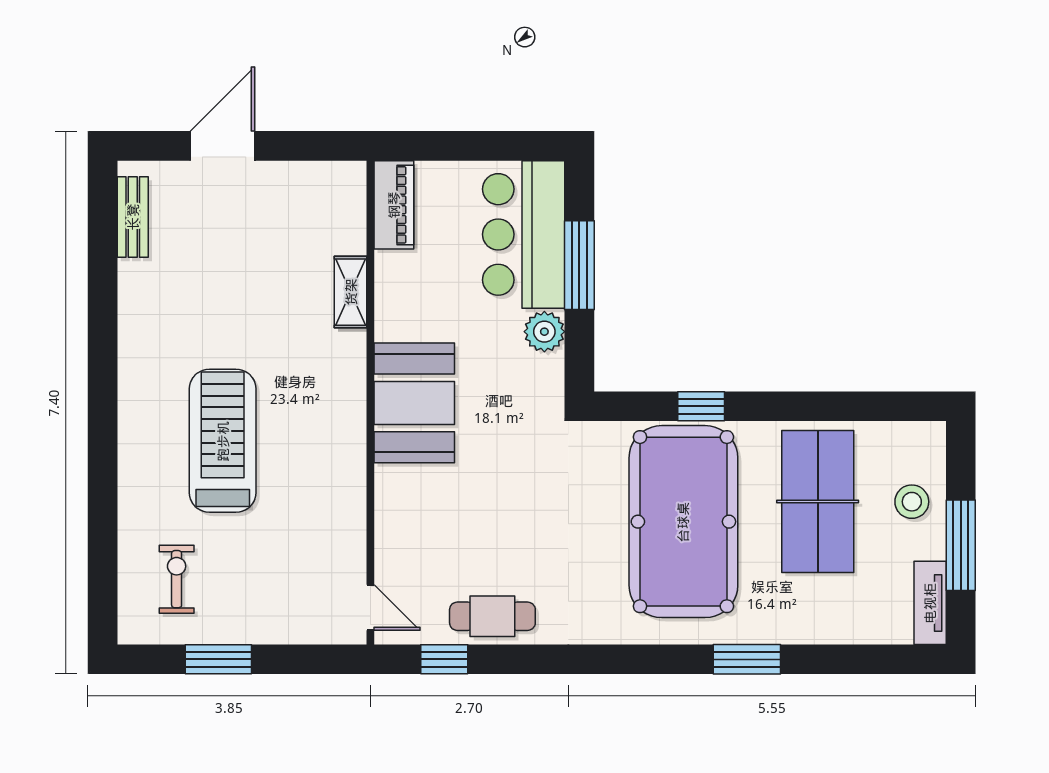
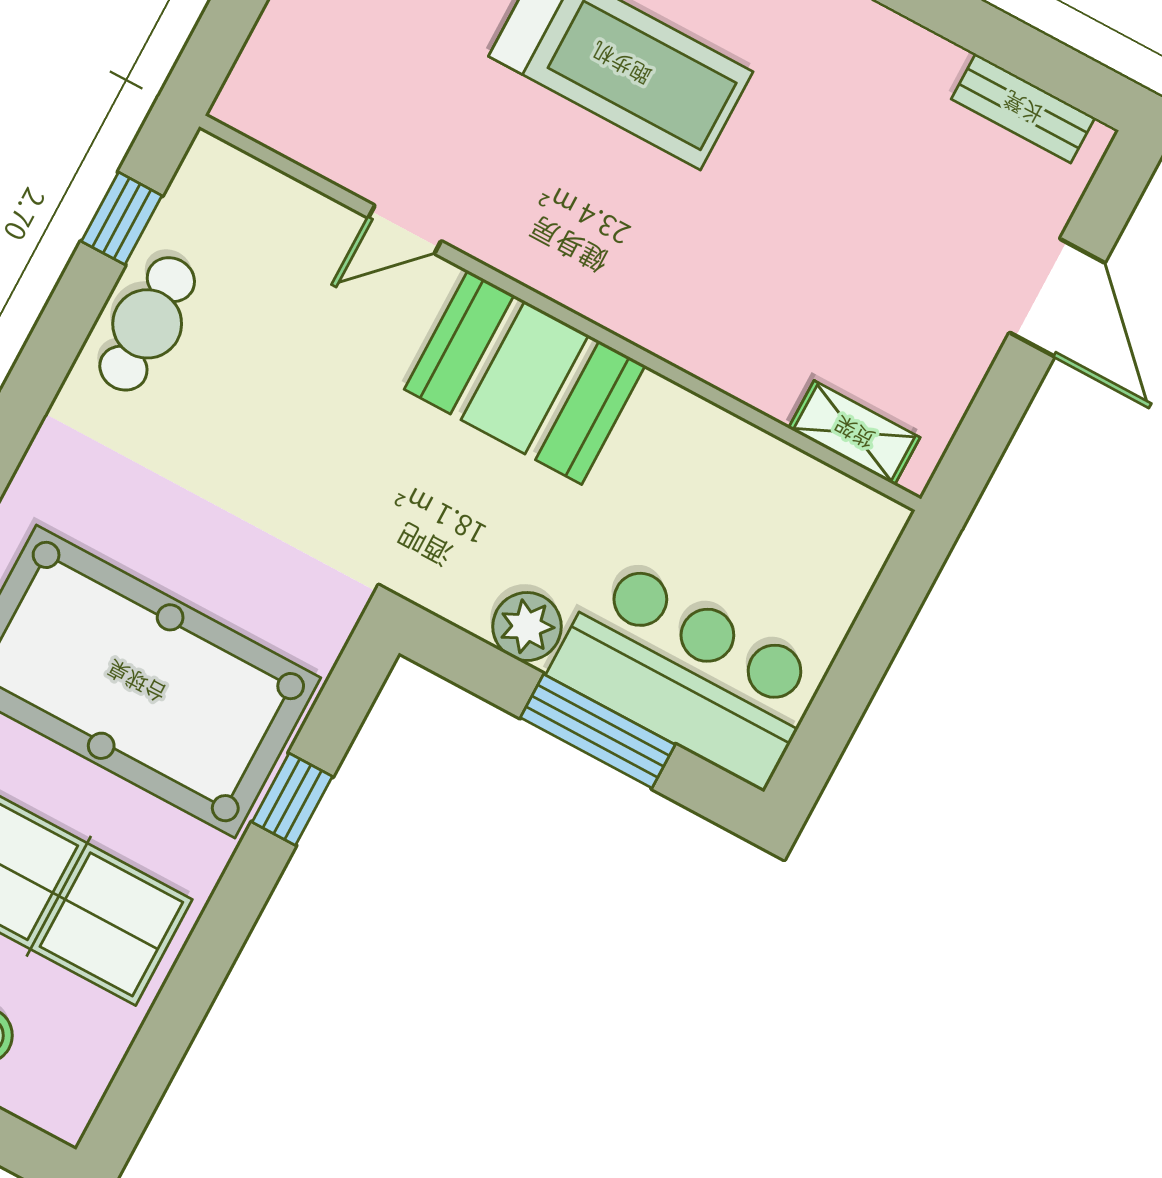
piano: (394, 205) -> (834, 504), removed
shelving: (351, 292) -> (854, 433), moved
door: (370, 607) -> (405, 229), moved

